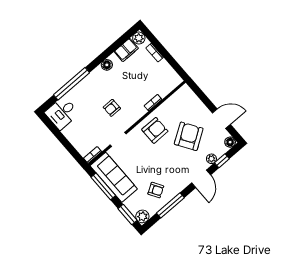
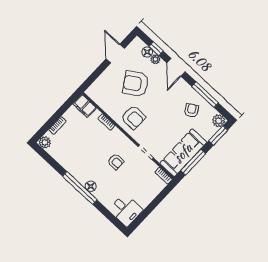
filing cabinet: (126, 50) -> (85, 106), moved, turned 180
floor lamp: (107, 65) -> (91, 186), moved
window: (72, 84) -> (80, 188), moved
armchair: (155, 130) -> (133, 117), turned 180
floor lamp: (230, 142) -> (147, 52), moved
door: (201, 179) -> (176, 67), swing flipped

